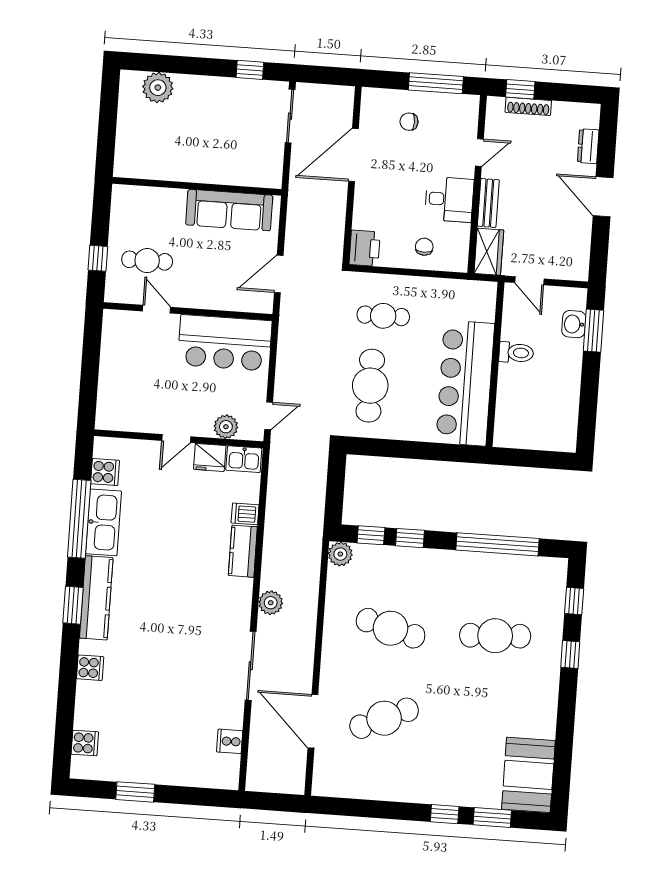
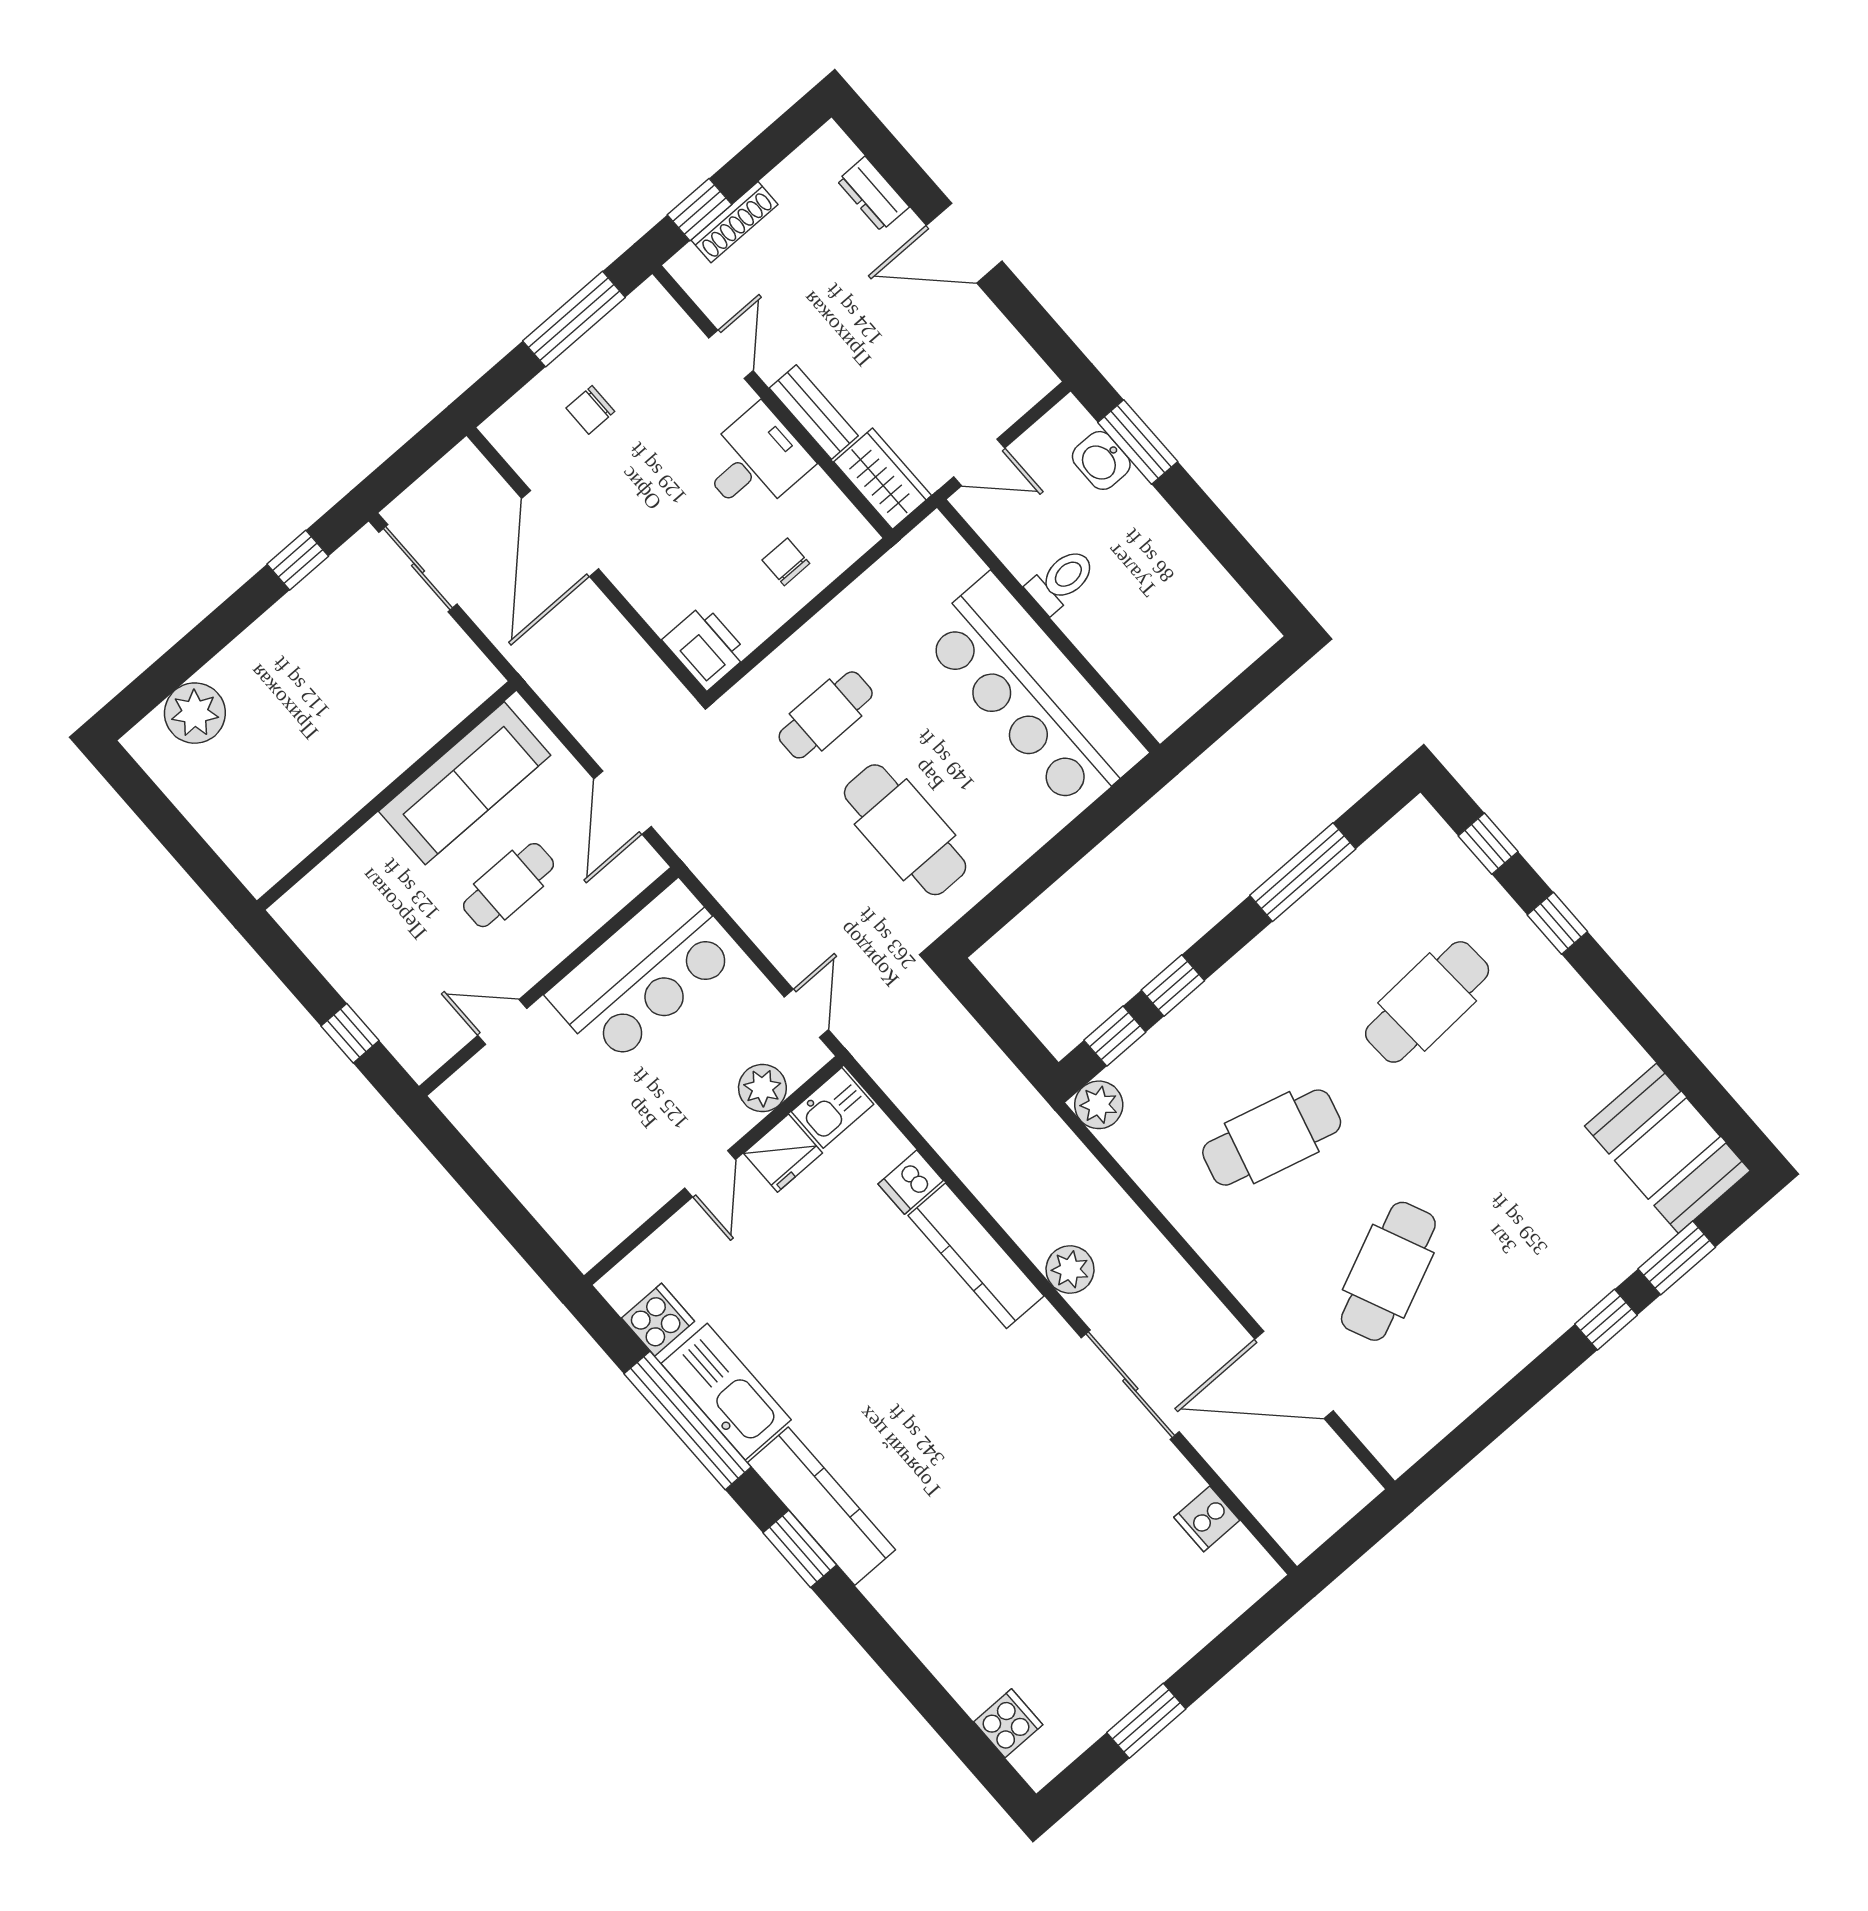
cafe table: (147, 261) -> (508, 885), moved
window: (497, 544) -> (1303, 872), width x0.68
kitchen counter: (243, 551) -> (976, 1256), width x1.50
cooker: (90, 668) -> (911, 1611), removed

